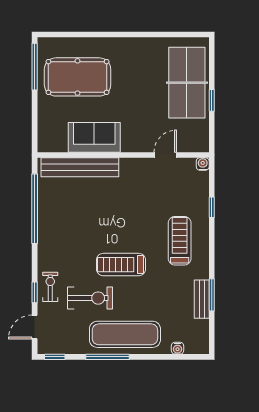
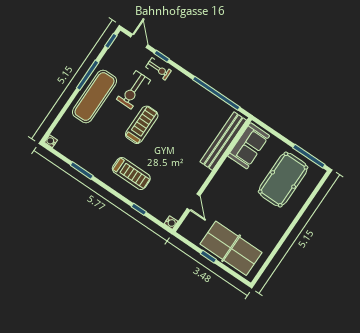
sofa: (94, 137) -> (249, 146), moved
bench: (202, 299) -> (83, 162), removed
water cooler: (177, 348) -> (51, 141), moved

